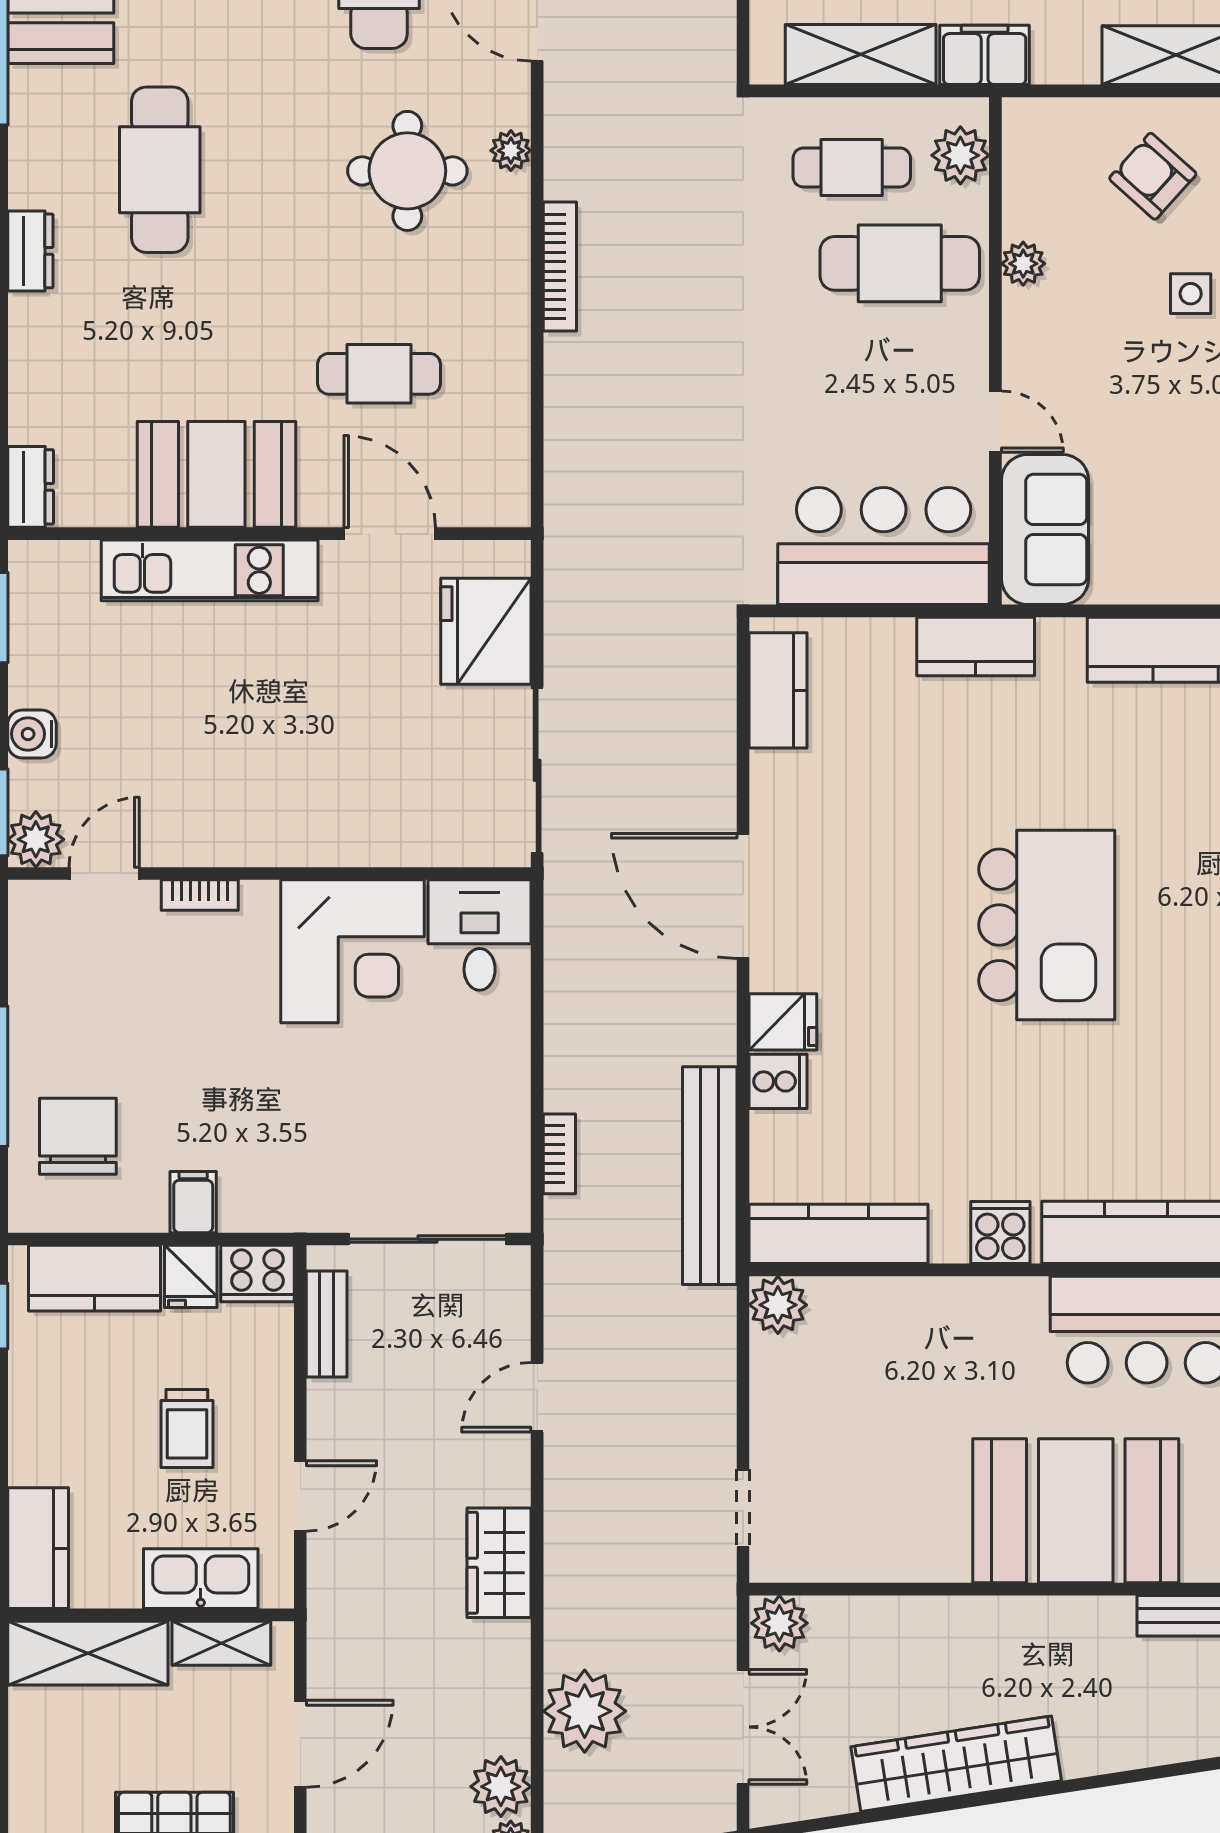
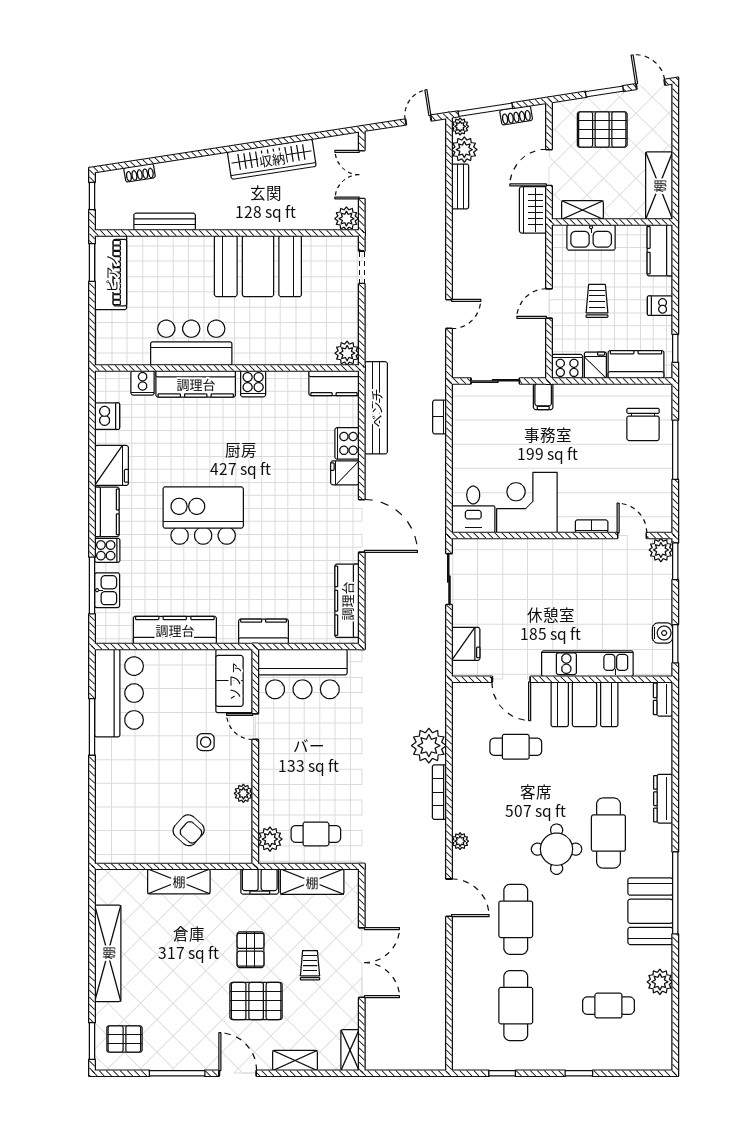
round table: (407, 171) -> (557, 849), moved
dresser: (30, 251) -> (663, 799), width x1.44
cafe table: (900, 263) -> (296, 793), removed
side table: (1191, 294) -> (206, 742), moved
fridge: (486, 631) -> (466, 644), width x0.73, depth x0.75
kitchen counter: (778, 690) -> (347, 601), width x1.50
water cooler: (32, 734) -> (662, 633), moved
sliding door: (537, 770) -> (449, 579), width x0.73
door: (104, 873) -> (632, 536), swing flipped
kitchen island: (1047, 925) -> (203, 516), moved, turned 90
cooker: (778, 1081) -> (347, 443), width x1.36
filing cabinet: (193, 1202) -> (543, 397), moved
kitchen counter: (839, 1234) -> (334, 383), width x0.67
sliding door: (428, 1239) -> (495, 381), width x0.73
bench: (327, 1324) -> (460, 186), moved
dishwasher: (38, 1417) -> (660, 306), added
door: (300, 1496) -> (549, 303), moved
booth: (1076, 1511) -> (258, 266), moved
wardrobe: (499, 1563) -> (533, 210), moved, turned 180
shelving: (88, 1653) -> (659, 186), moved, turned 90
plant: (585, 1711) -> (429, 746), moved

